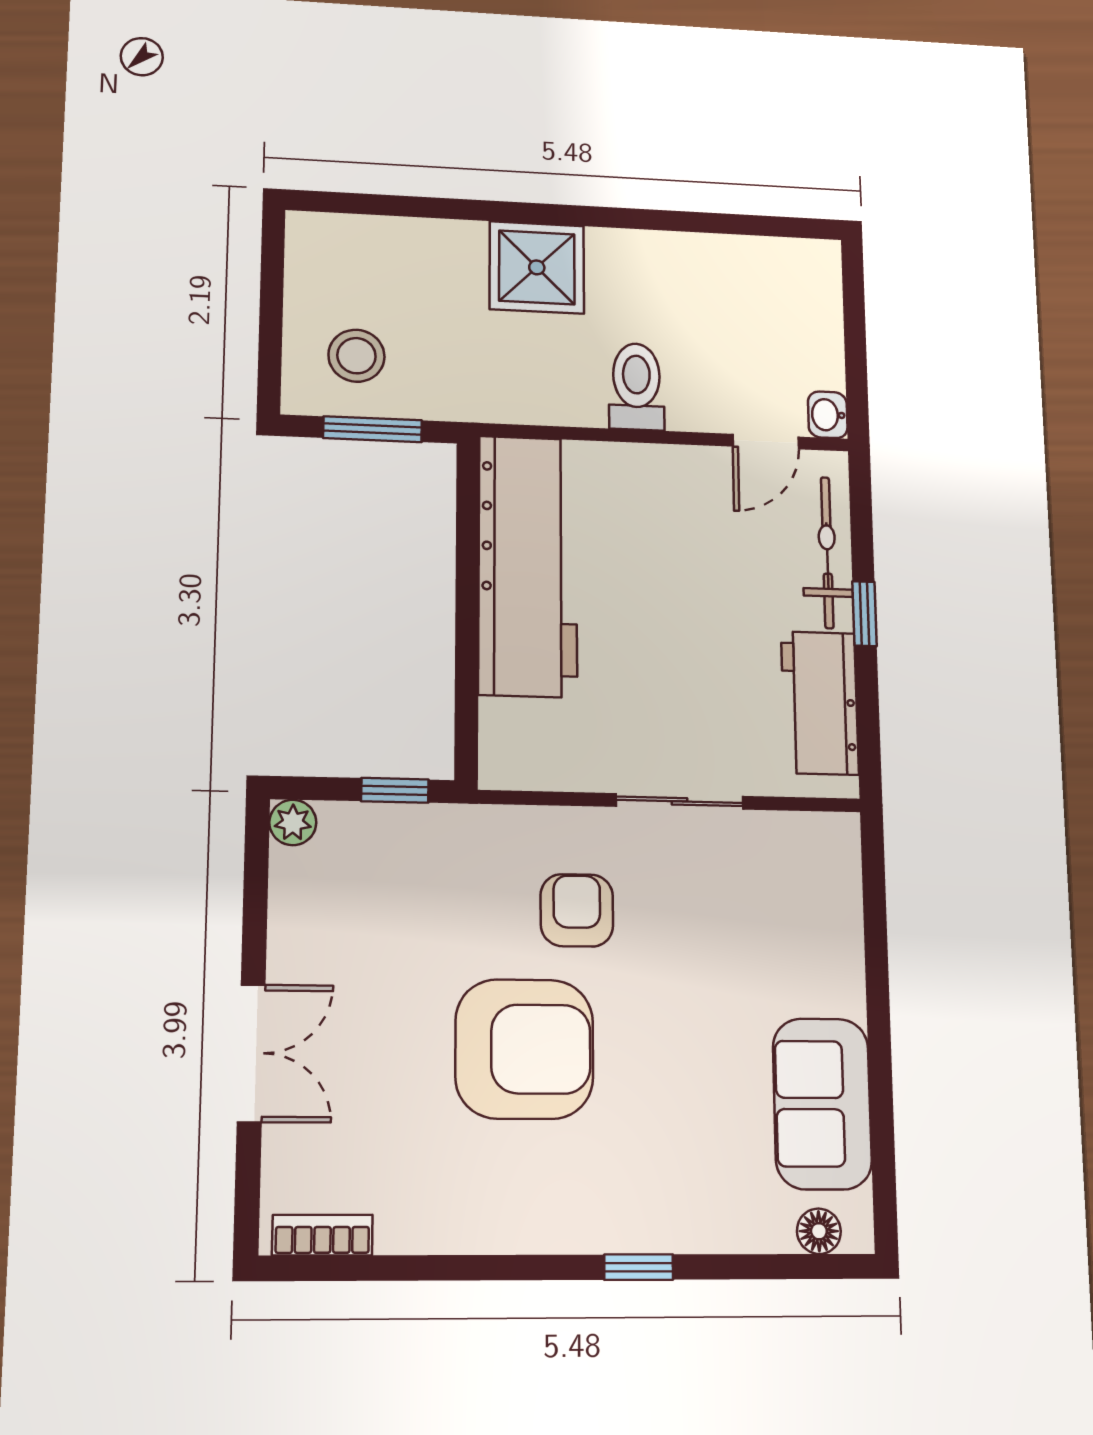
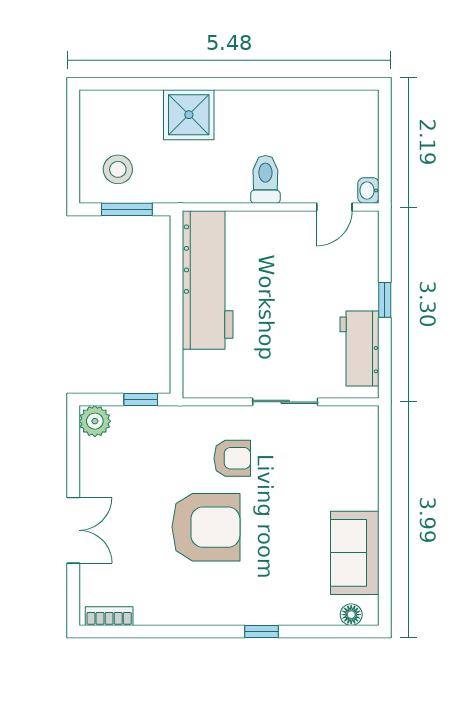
shower: (537, 267) -> (189, 115), moved
bicycle: (827, 552) -> (366, 267), removed
plant: (293, 822) -> (95, 421), width x1.38, depth x1.38
armchair: (577, 910) -> (232, 458), turned 90

